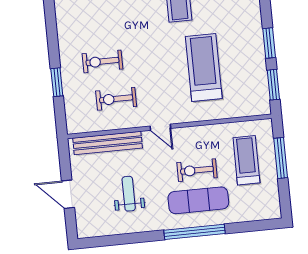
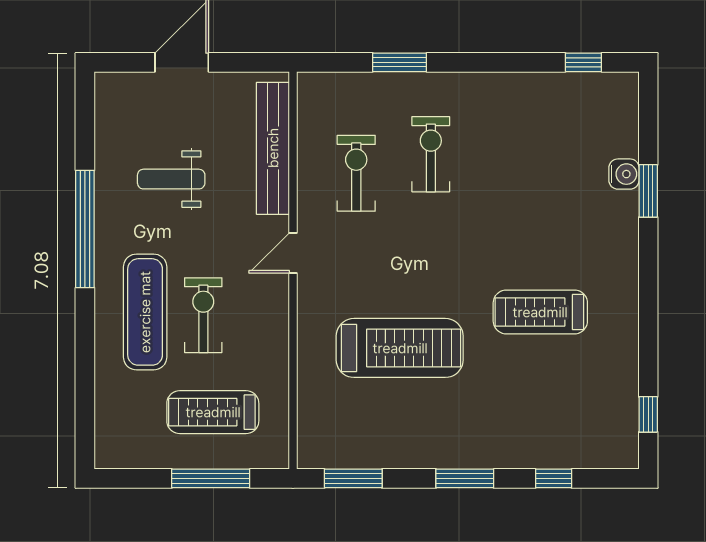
window: (269, 43) -> (465, 478), moved
treadmill: (246, 160) -> (213, 412), turned 180
weight bench: (129, 194) -> (171, 179), turned 180
window: (195, 232) -> (85, 229), moved

